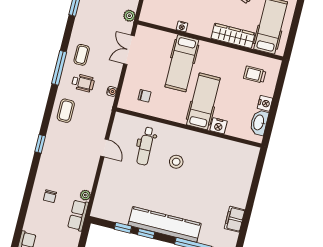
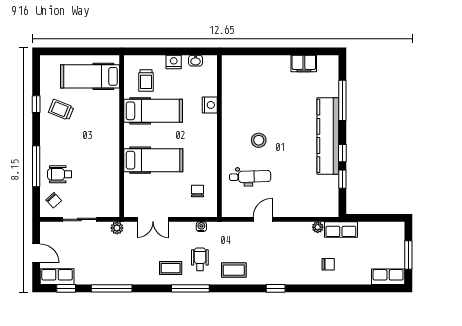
nightstand: (182, 26) -> (114, 170), removed
wardrobe: (233, 36) -> (111, 113), removed
hospital bed: (203, 101) -> (153, 111), moved, turned 180
washbasin: (259, 123) -> (196, 61), width x0.52, depth x0.69

